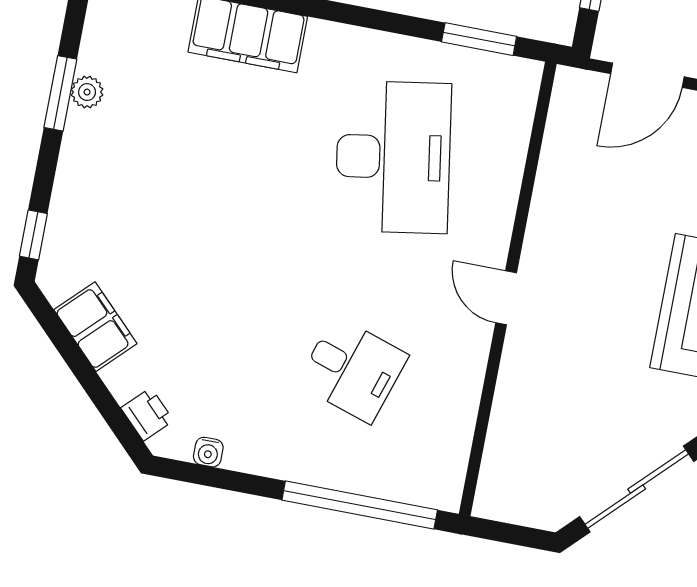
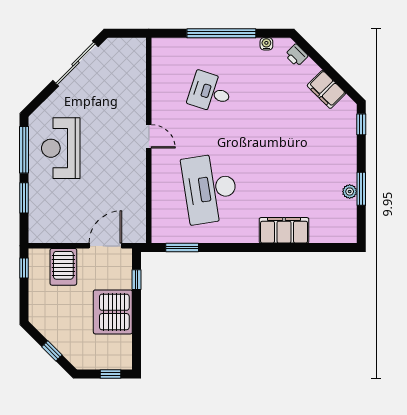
window: (360, 505) -> (221, 33), moved

